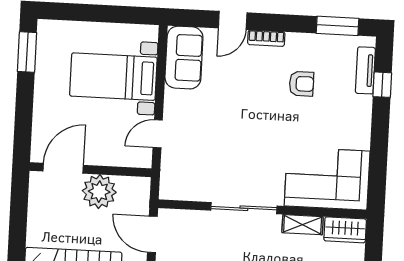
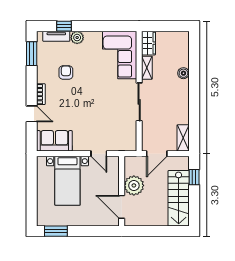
plant: (361, 106) -> (77, 38), added

